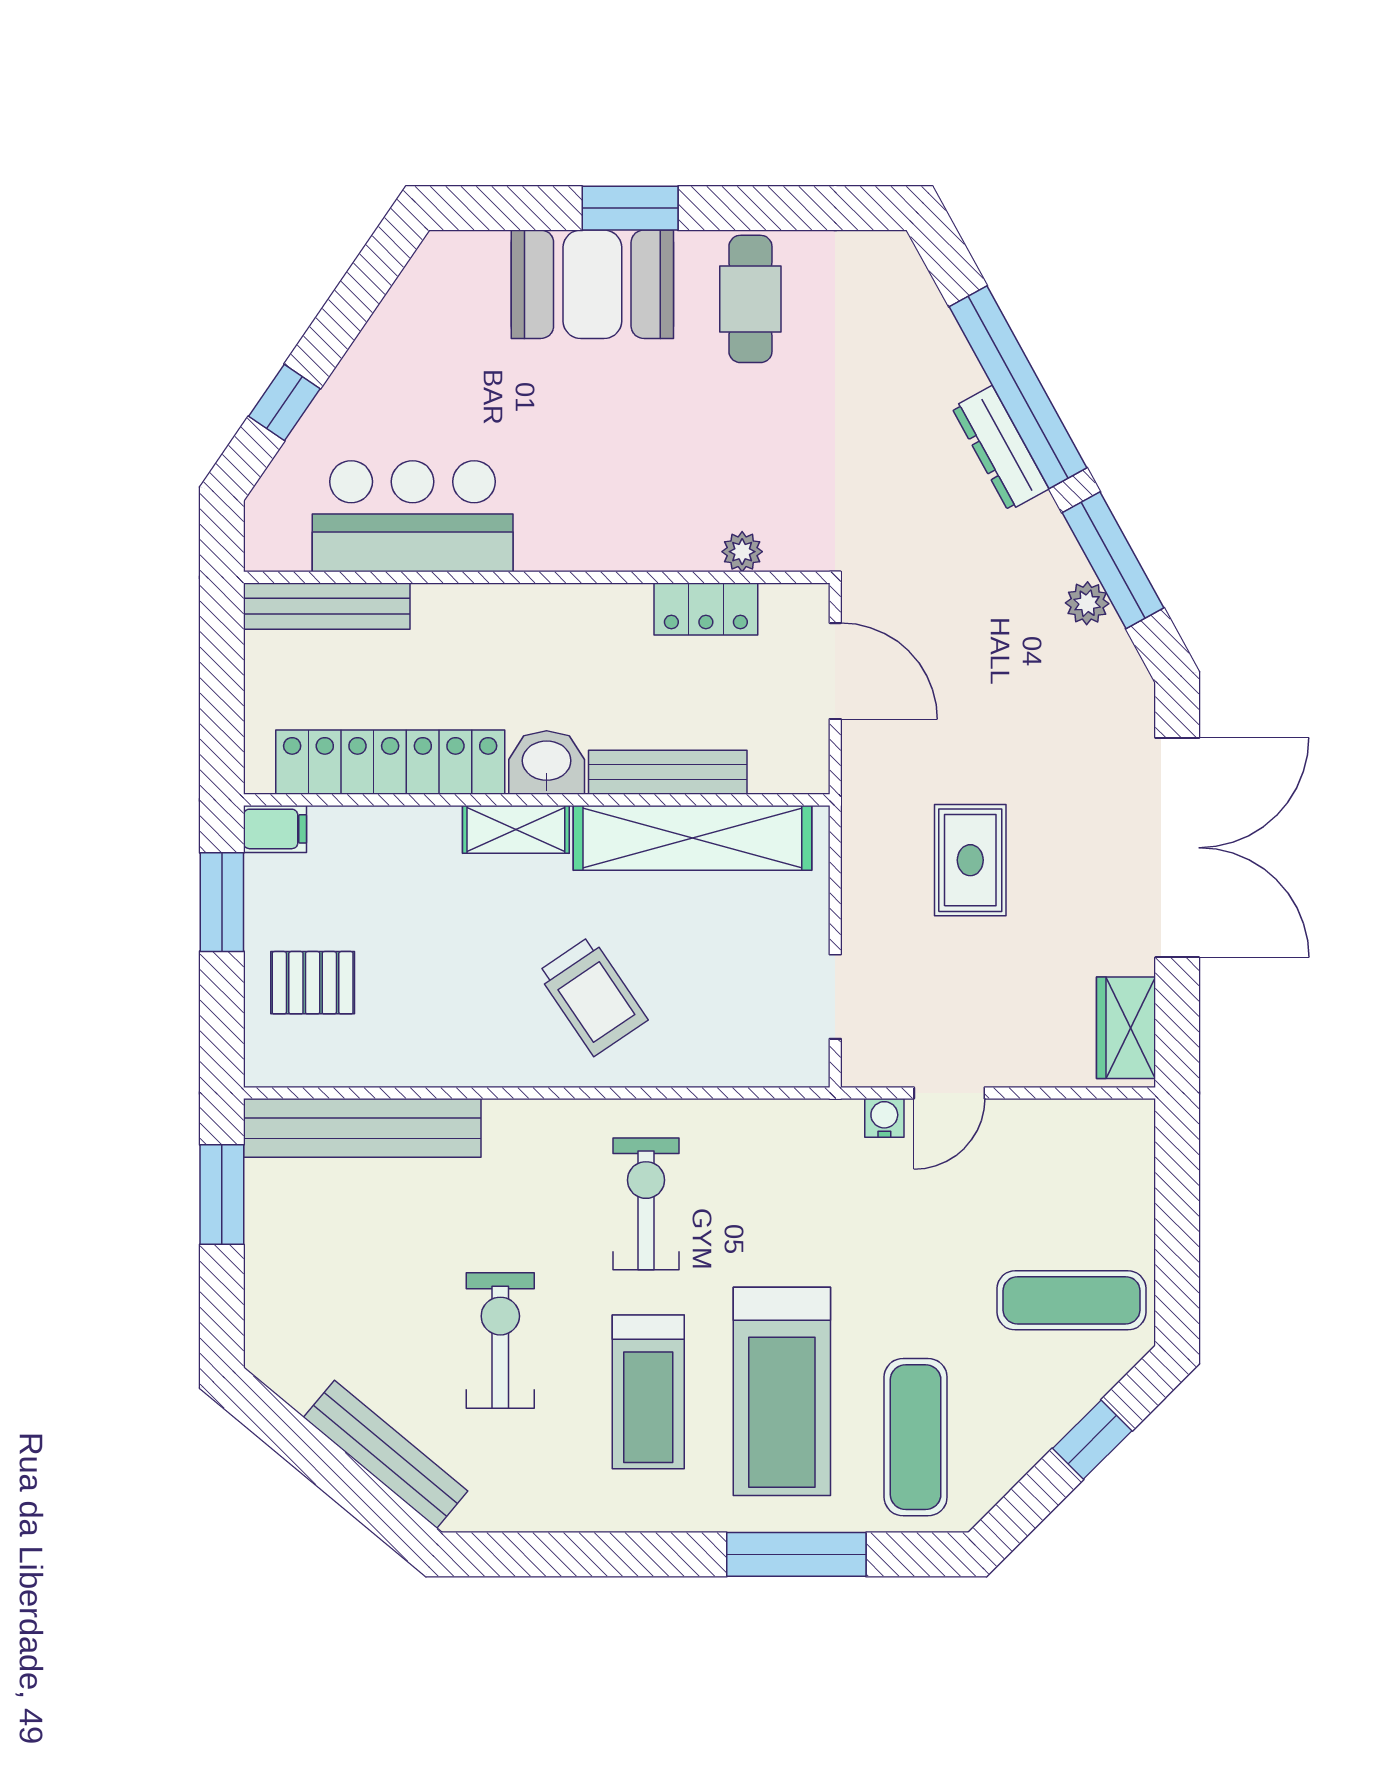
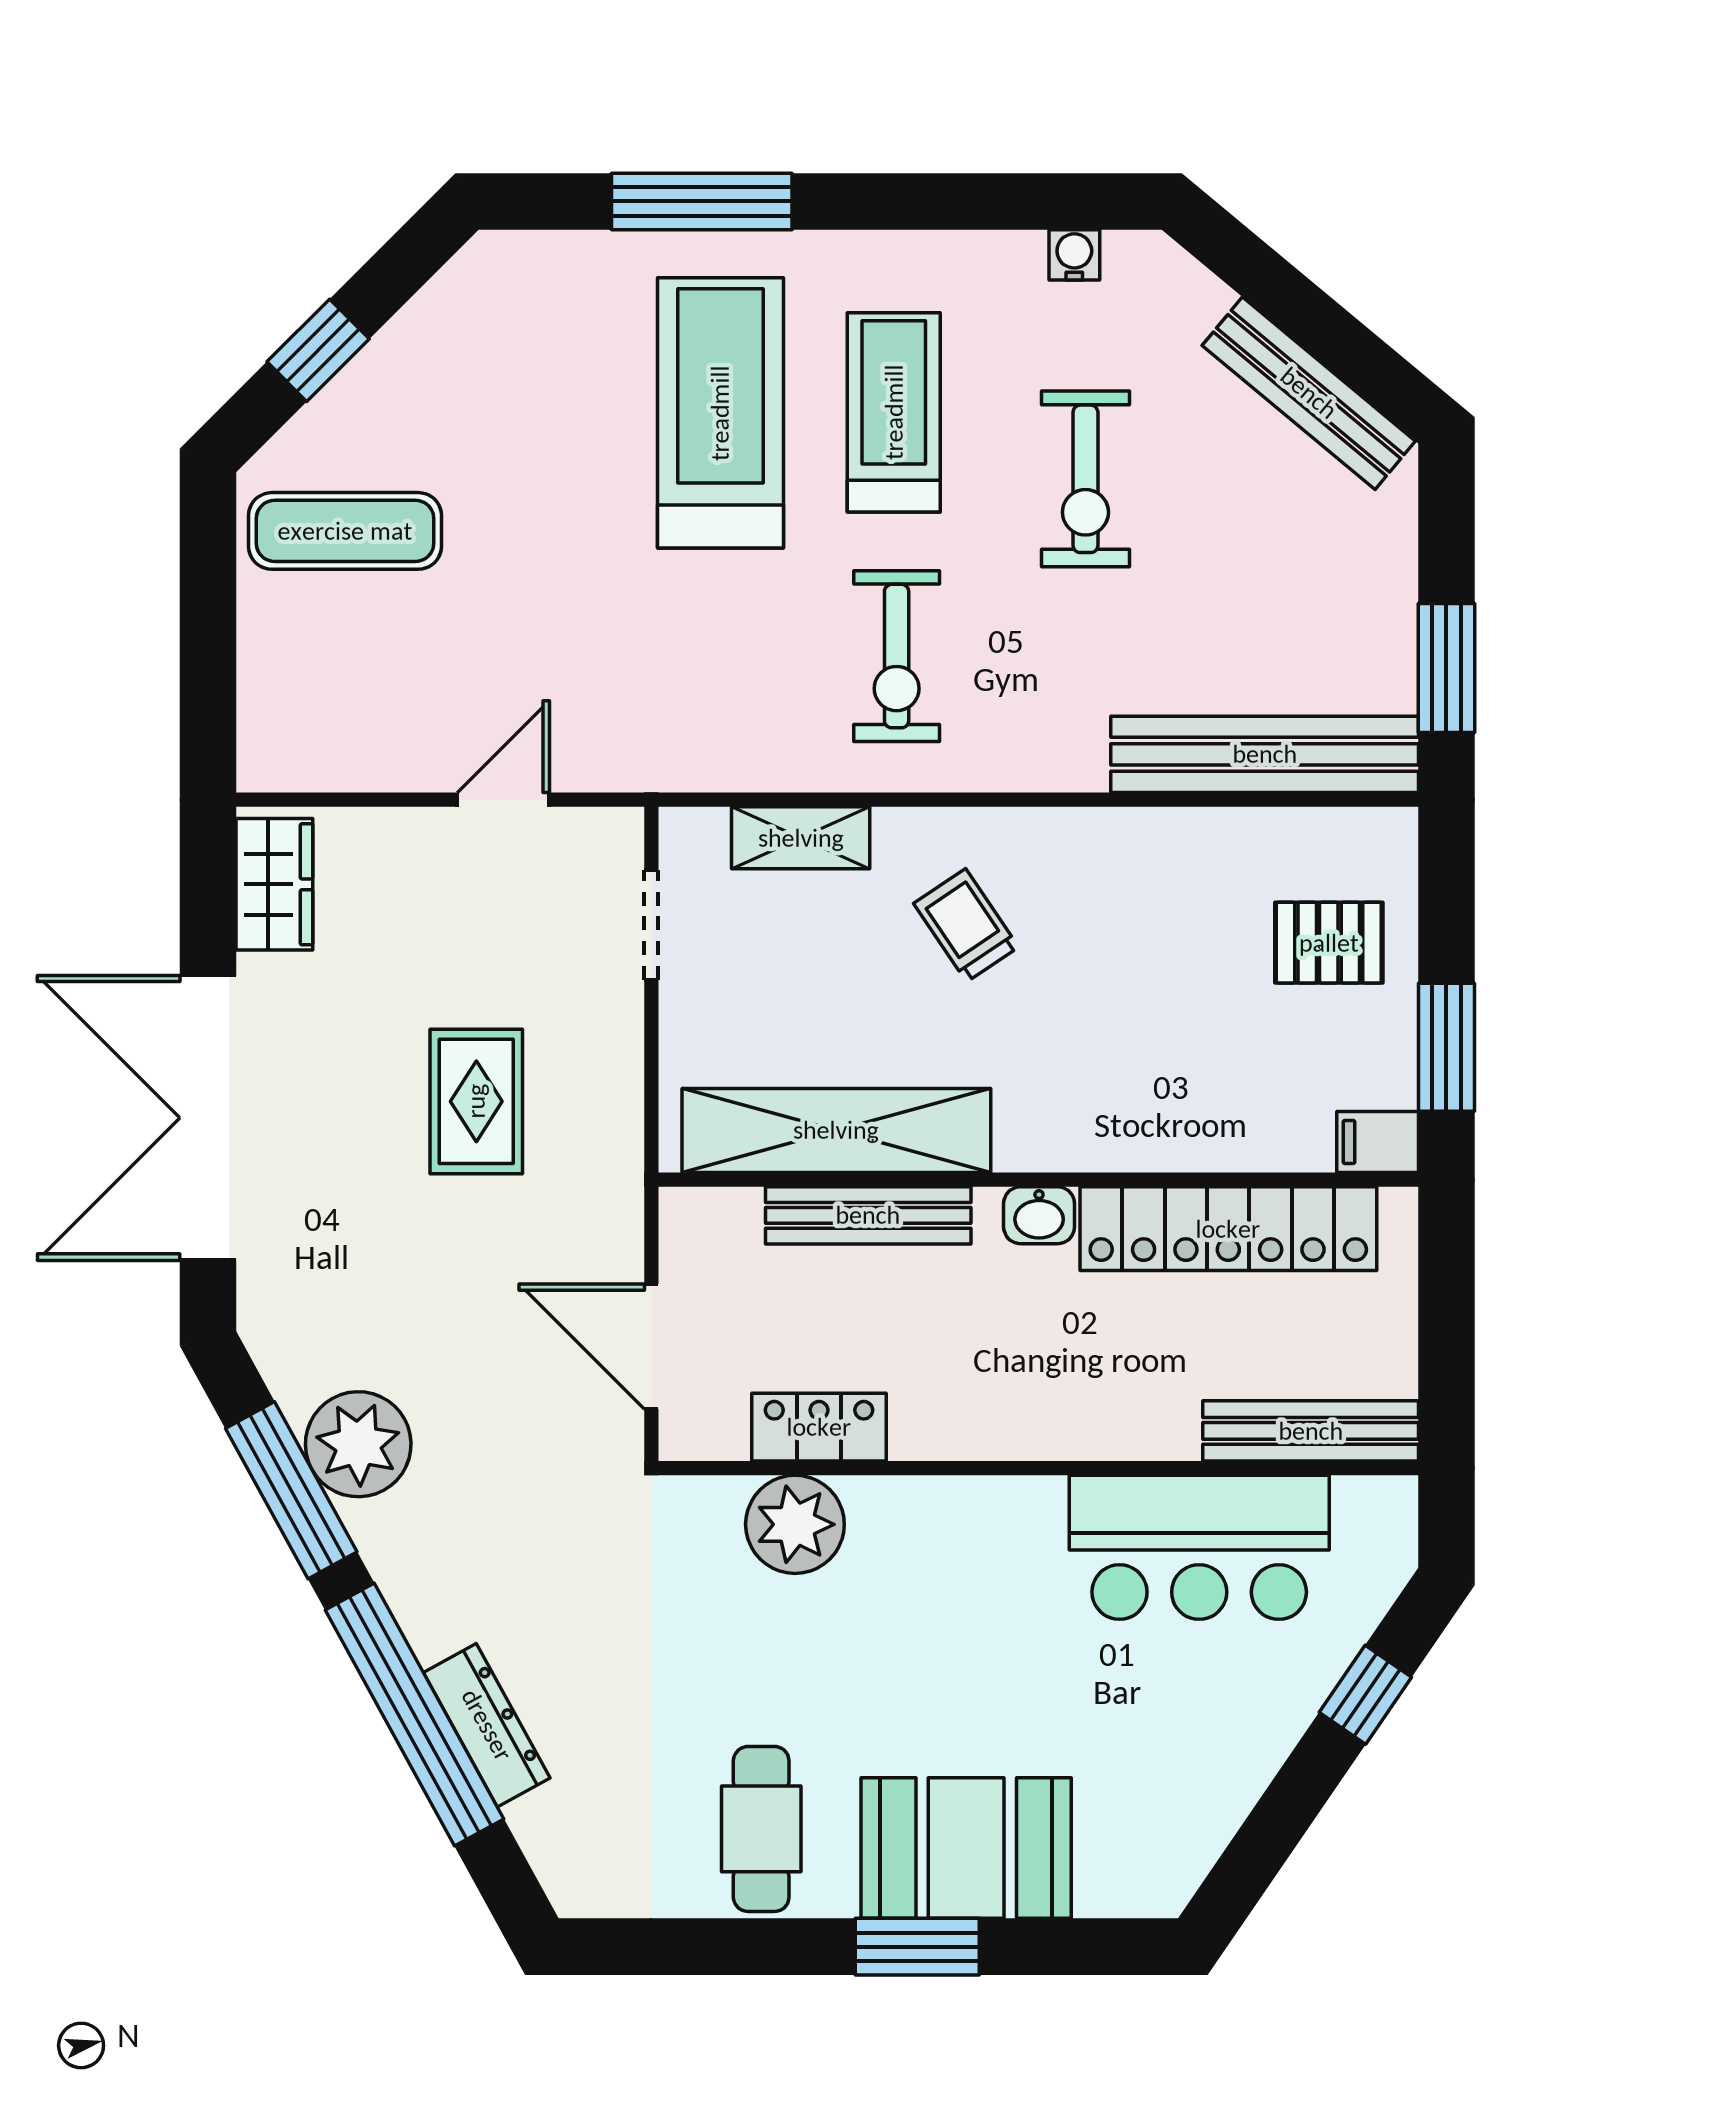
dresser: (1000, 448) -> (487, 1725), moved
plant: (742, 552) -> (795, 1524), width x1.87, depth x1.87
plant: (1087, 603) -> (358, 1444), width x1.87, depth x1.87
washbasin: (547, 763) -> (1039, 1215), width x0.72, depth x0.69
shelving: (516, 829) -> (801, 838), moved
trolley: (592, 996) -> (966, 925), width x0.73, depth x0.72
water cooler: (884, 1118) -> (1074, 255), moved, turned 180
exercise mat: (916, 1437) -> (547, 354), removed
bench: (385, 1454) -> (1309, 393), moved

